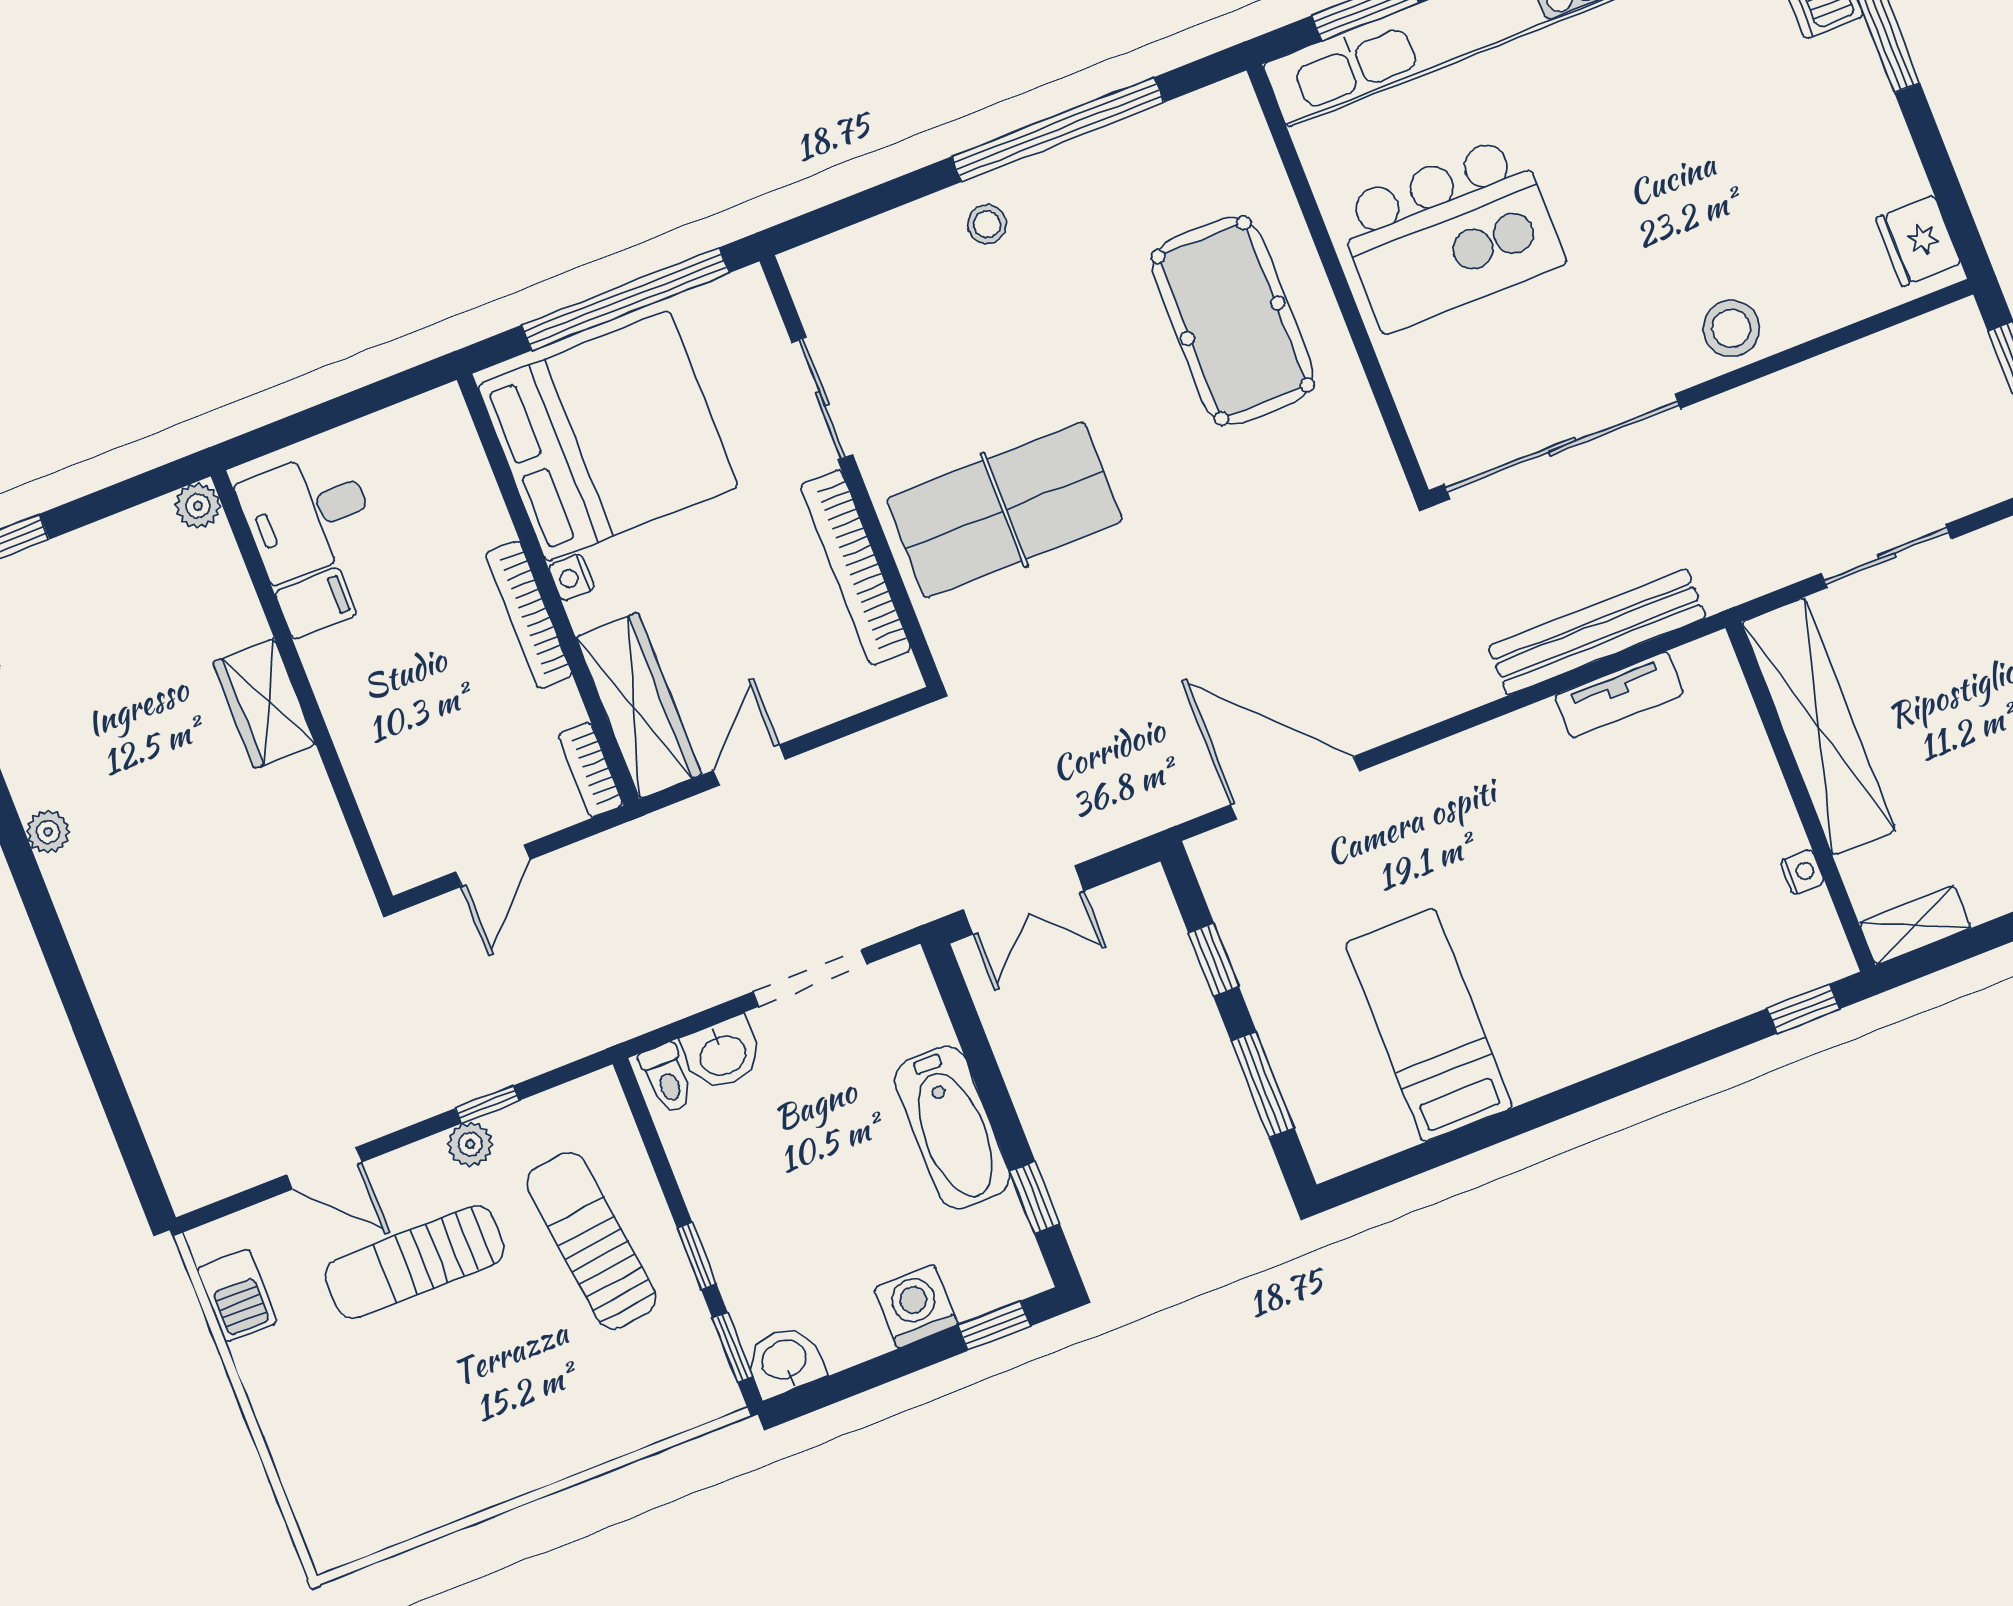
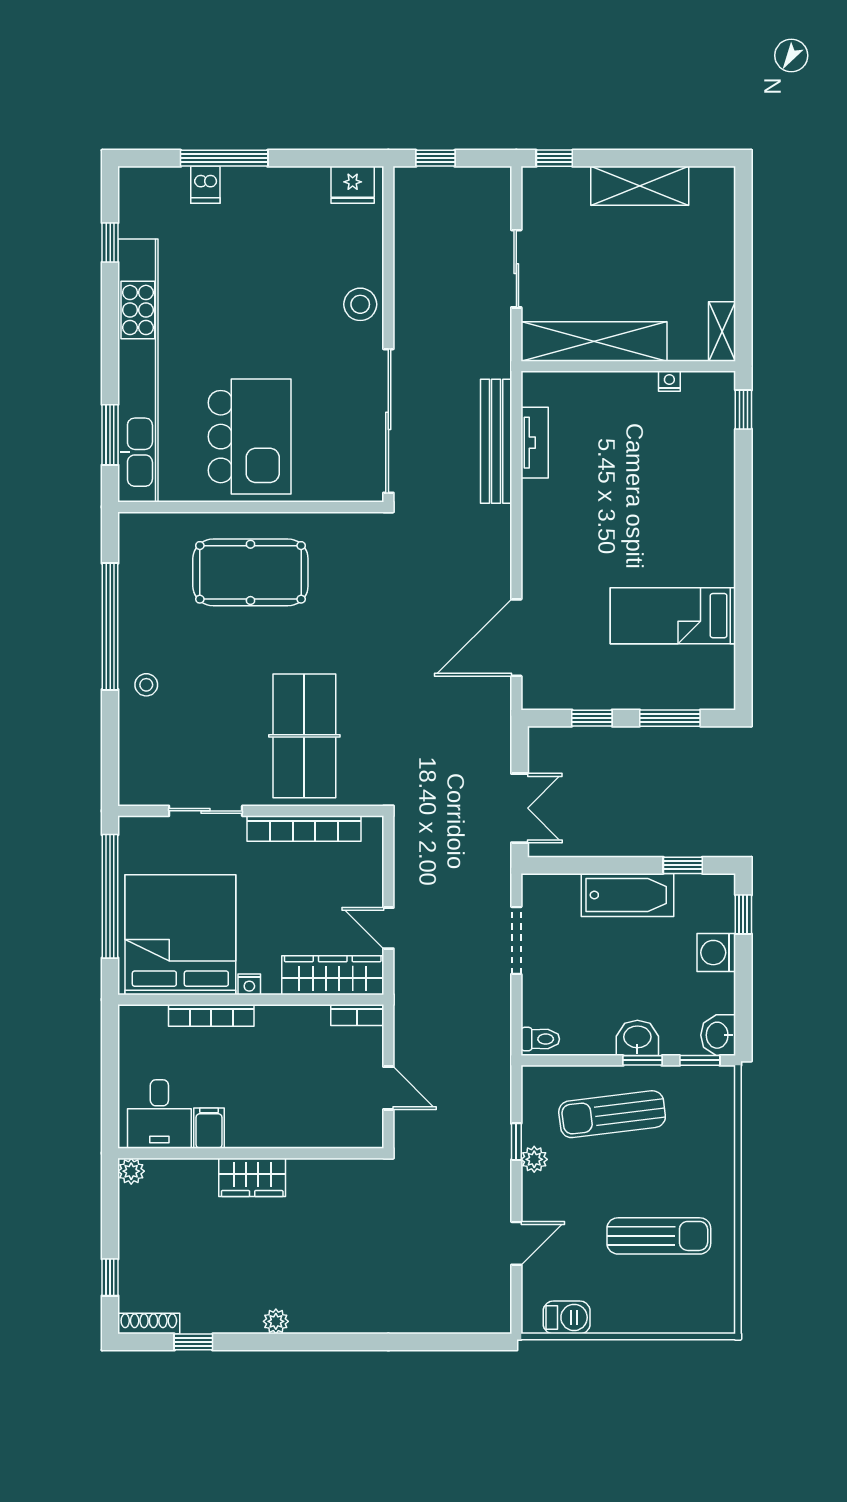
bookcase: (529, 615) -> (211, 1015), moved
washbasin: (722, 1054) -> (637, 1038), moved, turned -90
sun lounger: (415, 1262) -> (659, 1236), moved, turned -90

